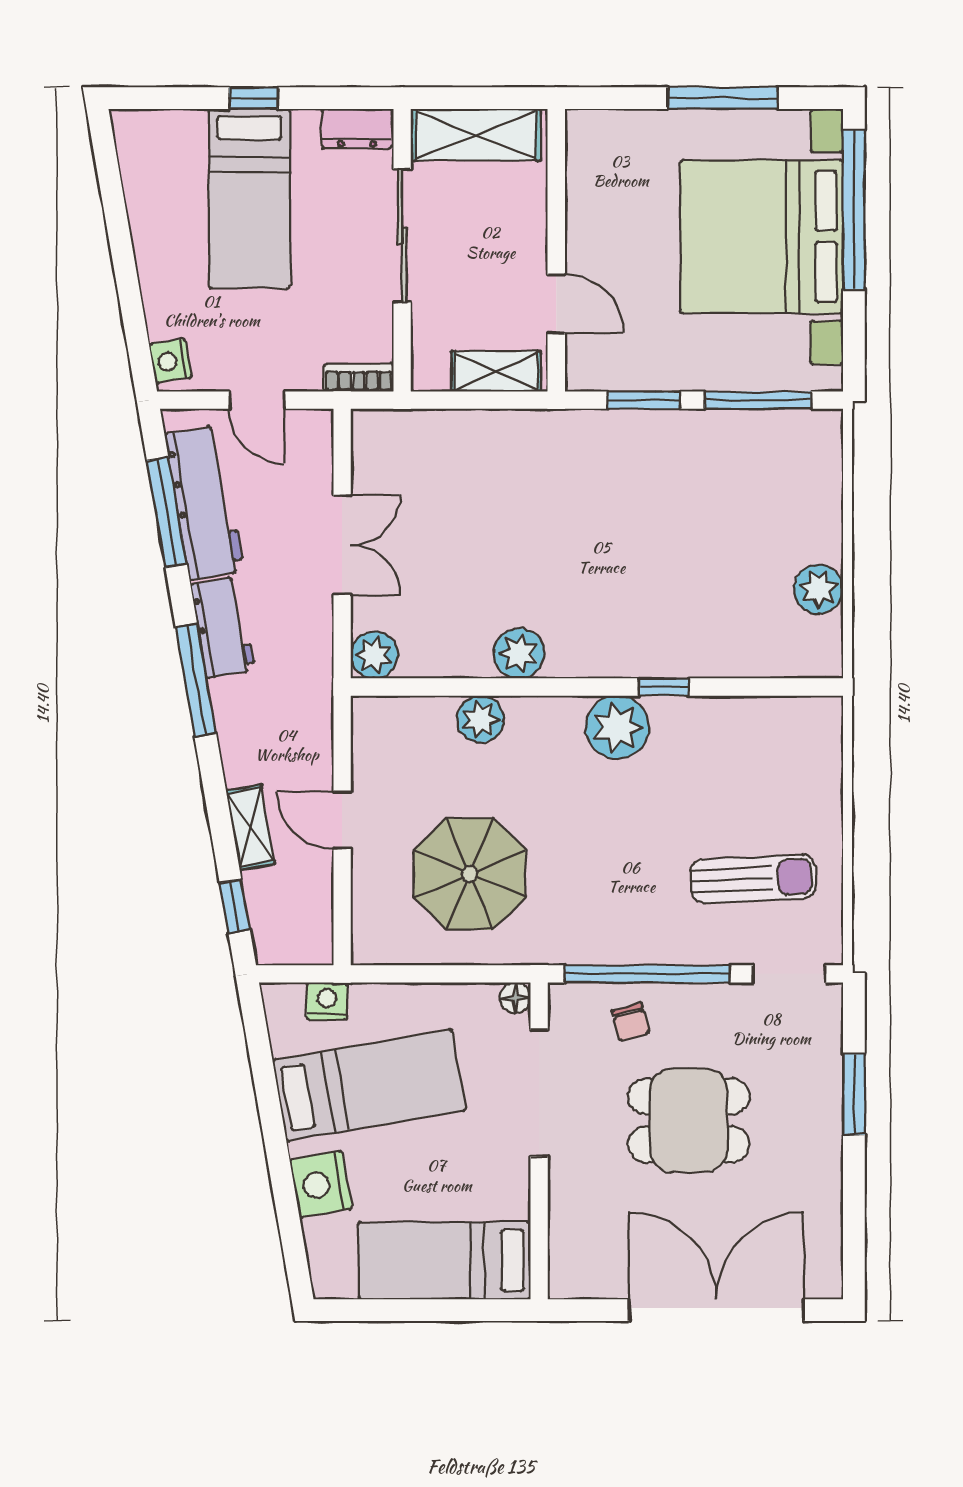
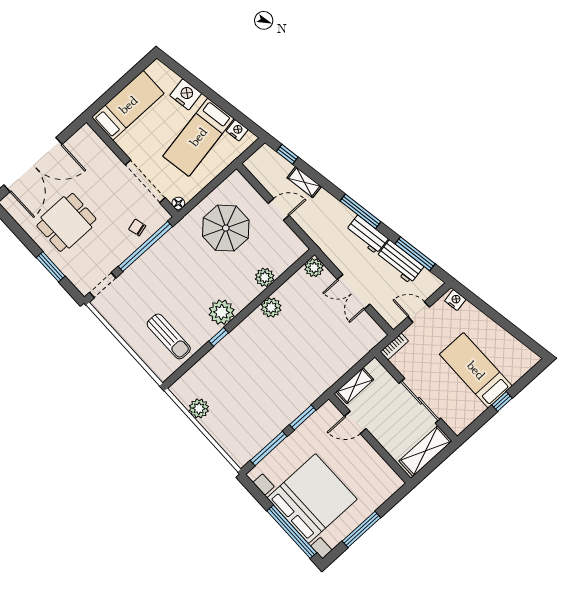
dresser: (357, 129) -> (463, 421), removed
workbench: (204, 503) -> (400, 262), width x0.73
sun lounger: (753, 879) -> (169, 336), moved, turned -87
nightstand: (327, 1001) -> (237, 130), moved, turned -100
dining table: (689, 1120) -> (66, 222), moved

